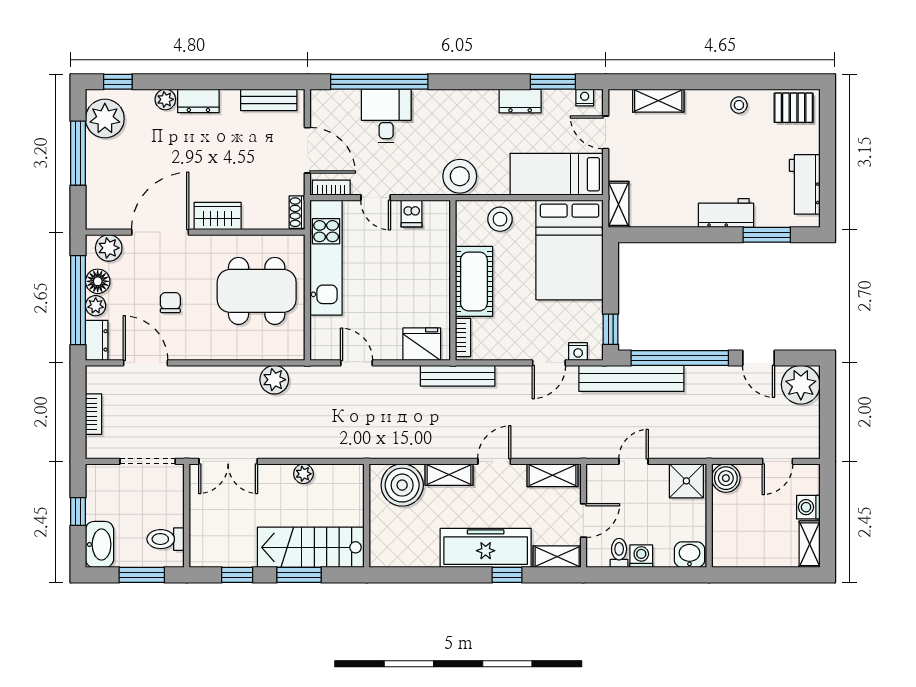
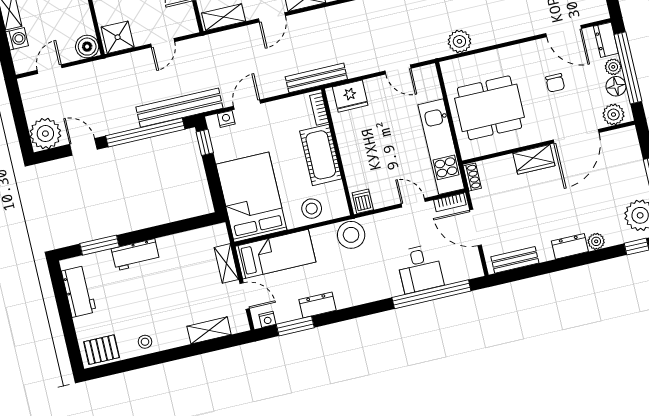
shelving: (618, 204) -> (226, 263), moved
dishwasher: (411, 214) -> (363, 201), moved

